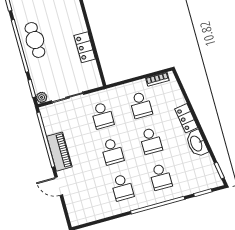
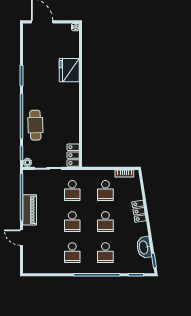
cafe table: (35, 40) -> (35, 125), moved
locker: (85, 47) -> (73, 155), moved
washbasin: (197, 143) -> (144, 247), moved

